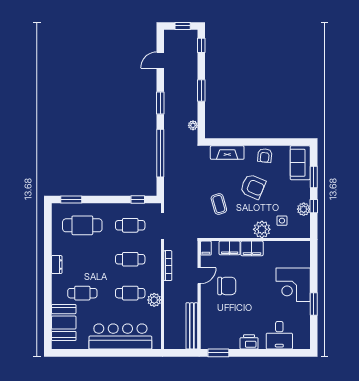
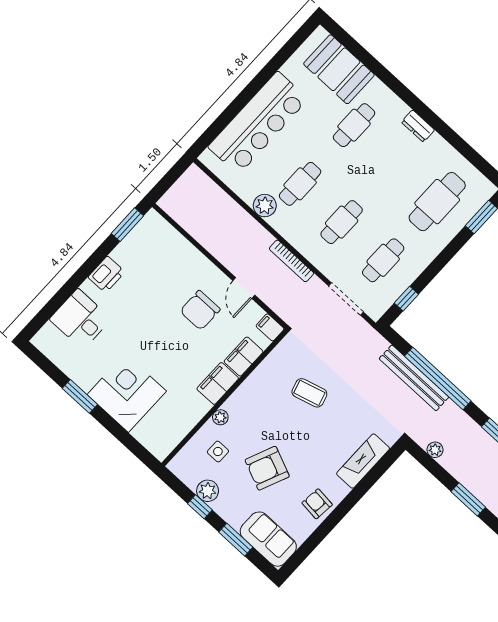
armchair: (253, 187) -> (267, 468), moved
plant: (262, 229) -> (220, 417), width x0.53, depth x0.53
bench: (192, 326) -> (414, 378), moved

